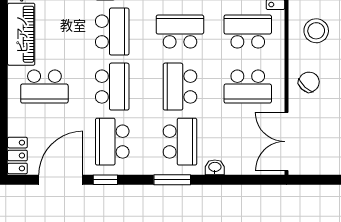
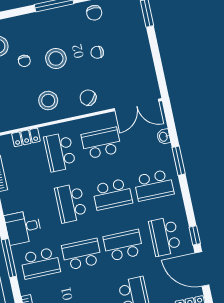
school desk: (248, 87) -> (101, 143), turned -90
school desk: (112, 142) -> (165, 236), turned 90
school desk: (180, 142) -> (154, 185), turned 180
washbasin: (215, 167) -> (164, 137), moved
window: (172, 180) -> (179, 161), moved

